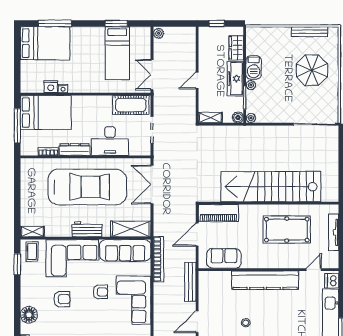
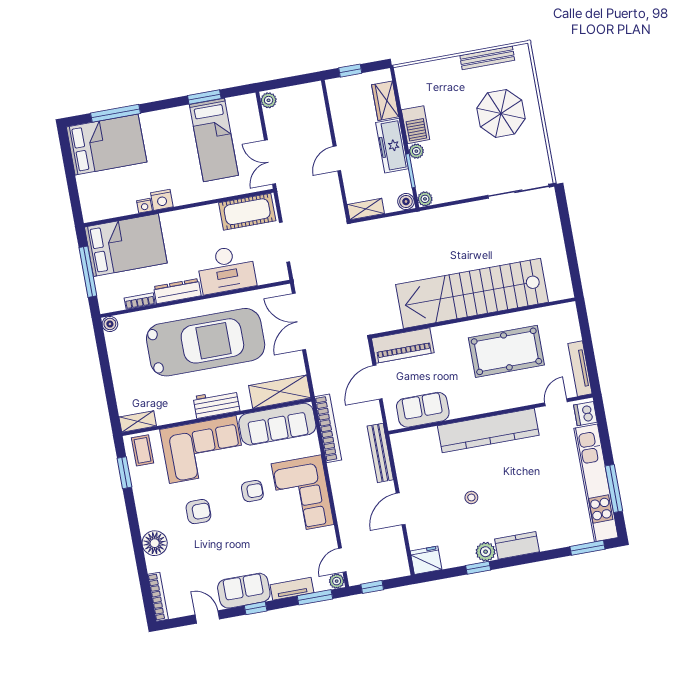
nightstand: (51, 87) -> (162, 200), moved
boiler: (26, 163) -> (110, 324), added
tv unit: (334, 232) -> (580, 369), moved

